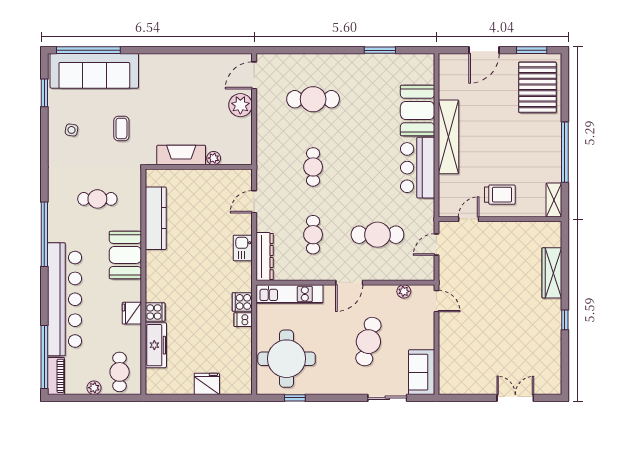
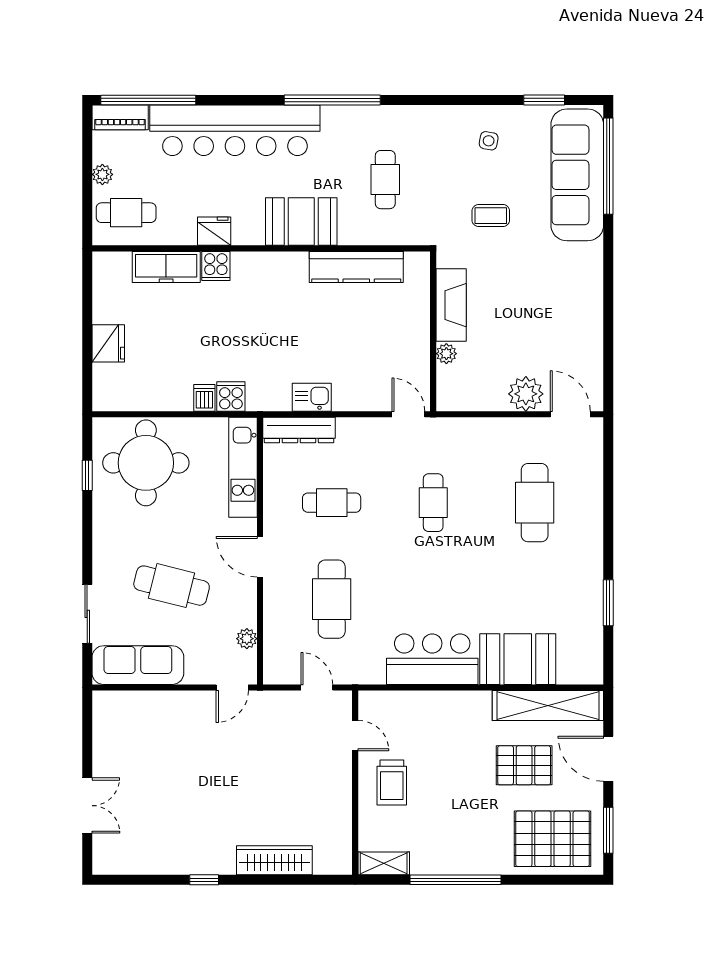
pallet: (488, 106) -> (524, 765), added
shelving: (449, 137) -> (548, 706), moved
cafe table: (313, 167) -> (433, 503), turned 90
door: (254, 202) -> (408, 414), moved
sofa: (422, 372) -> (138, 665), width x1.36

